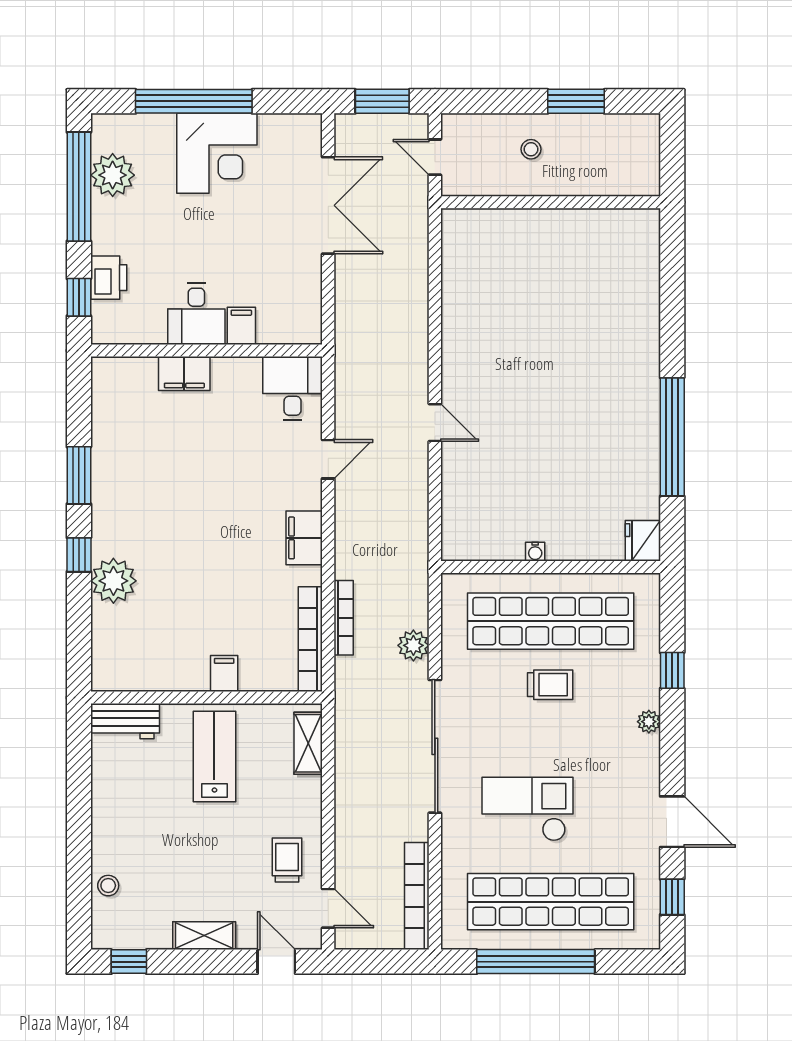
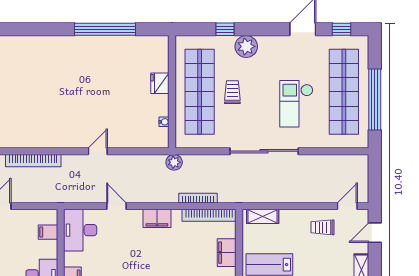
filing cabinet: (241, 326) -> (48, 232), moved
desk: (293, 388) -> (80, 230), width x1.37
fridge: (643, 541) -> (160, 83), moved, turned 90
water cooler: (535, 552) -> (164, 122), moved
plant: (413, 645) -> (174, 162), moved
filing cabinet: (224, 674) -> (227, 253), width x2.00
plant: (649, 722) -> (246, 46), width x1.88, depth x1.88
bookcase: (417, 896) -> (33, 161), moved

